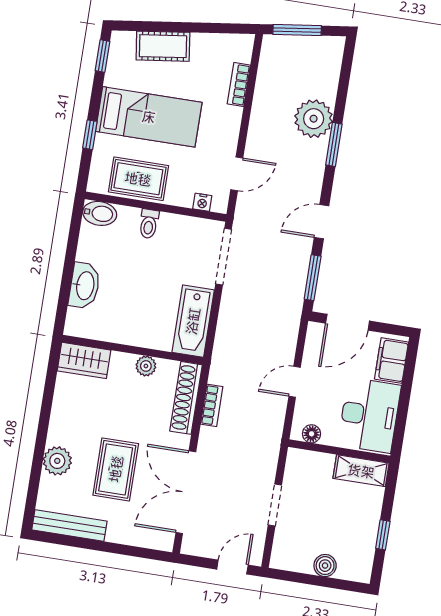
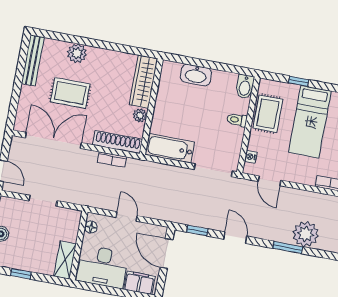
window: (313, 278) -> (197, 231), width x0.67
wardrobe: (84, 360) -> (143, 82), width x1.50

